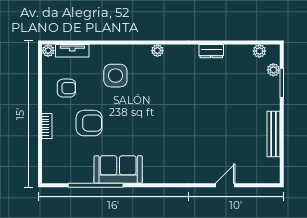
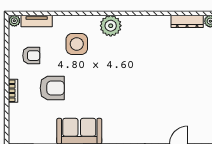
plant: (157, 51) -> (111, 26), width x1.88, depth x1.88
dresser: (211, 51) -> (187, 21), moved, width x1.44

